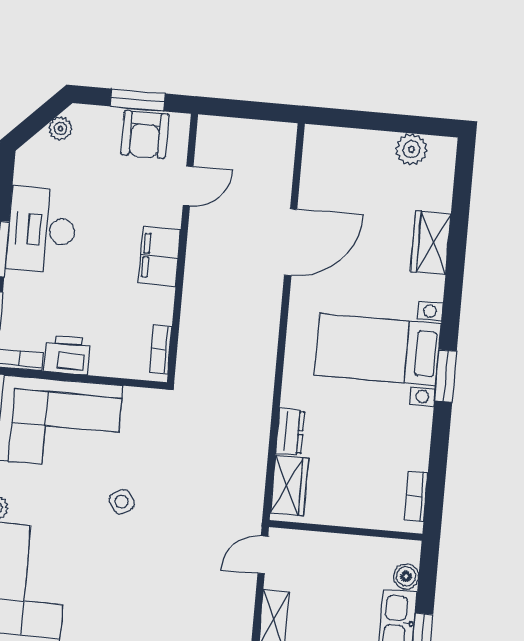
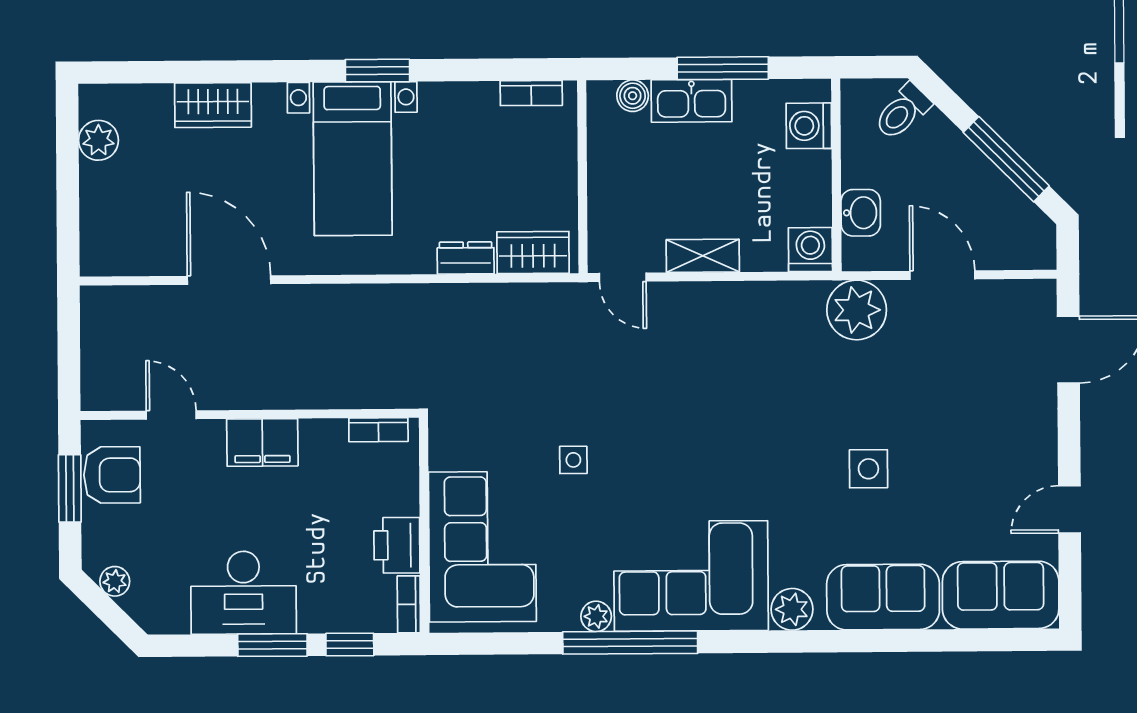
side table: (122, 502) -> (573, 460), turned 32

